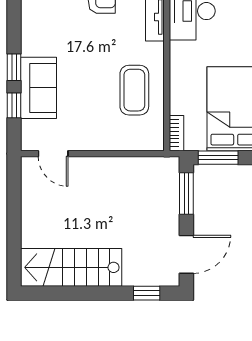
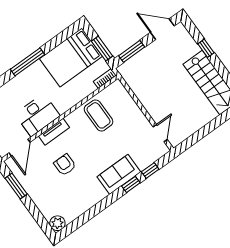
sofa: (38, 88) -> (119, 174), moved
coffee table: (134, 90) -> (98, 115), turned 90
window: (147, 293) -> (206, 48), moved

